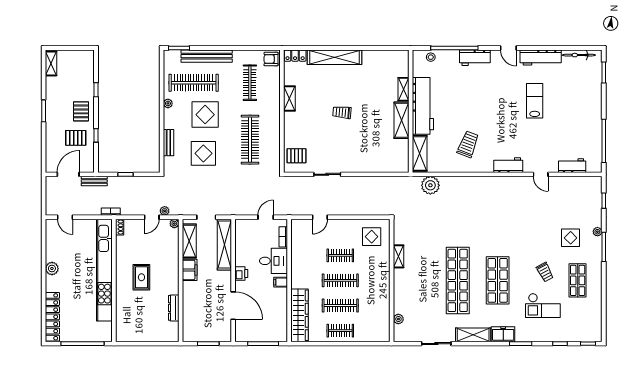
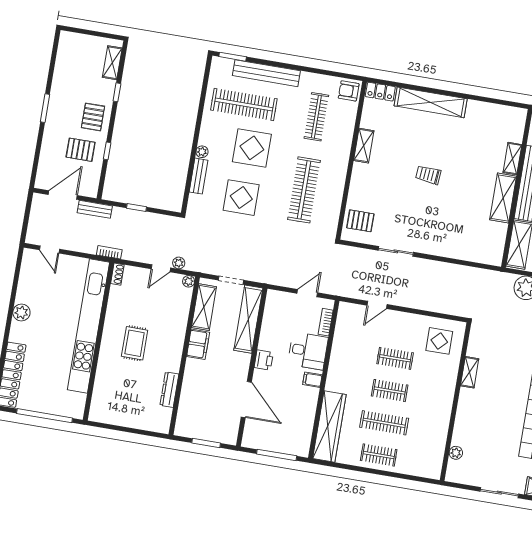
shelving: (51, 63) -> (112, 63), moved
plant: (168, 103) -> (202, 152), moved
clothes rail: (340, 280) -> (390, 391), width x0.73

